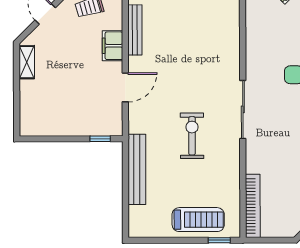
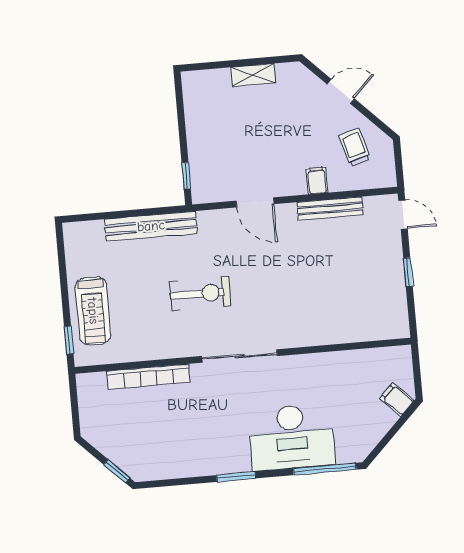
filing cabinet: (112, 46) -> (317, 181), width x0.50
shelving: (27, 62) -> (253, 75), moved
bookcase: (253, 206) -> (148, 377), moved

